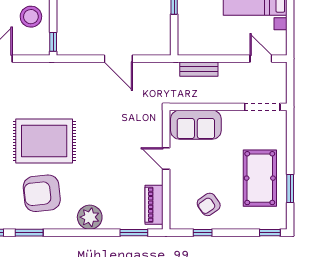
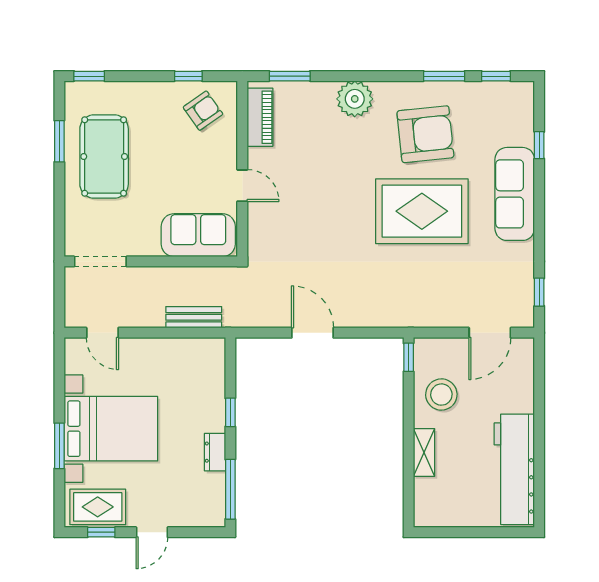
armchair: (209, 204) -> (203, 111), moved

